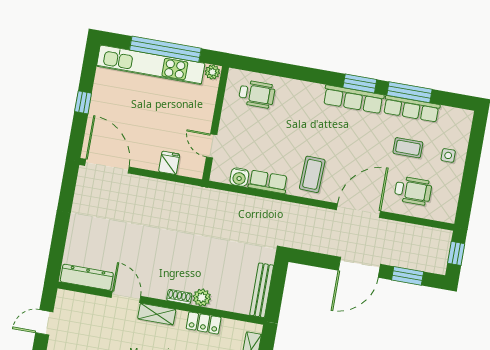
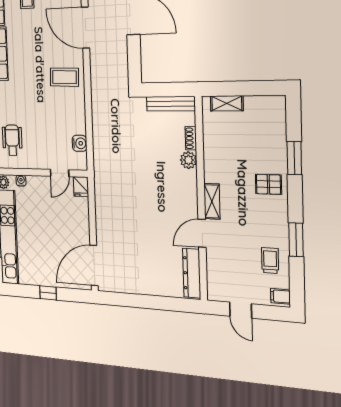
water cooler: (211, 95) -> (21, 181), added
fridge: (169, 163) -> (81, 187), moved, turned -90
row of seats: (268, 182) -> (78, 116), removed
shoe rack: (179, 297) -> (191, 138), moved
locker: (204, 323) -> (211, 154), removed

